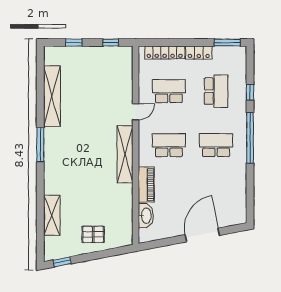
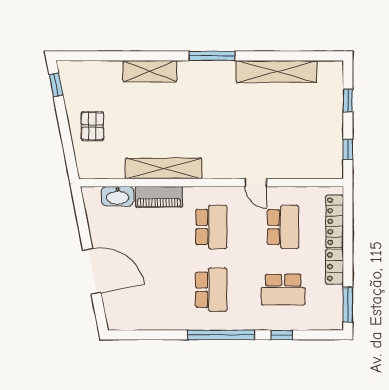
shelving: (125, 154) -> (164, 169), moved
shelving: (52, 215) -> (150, 71), moved

